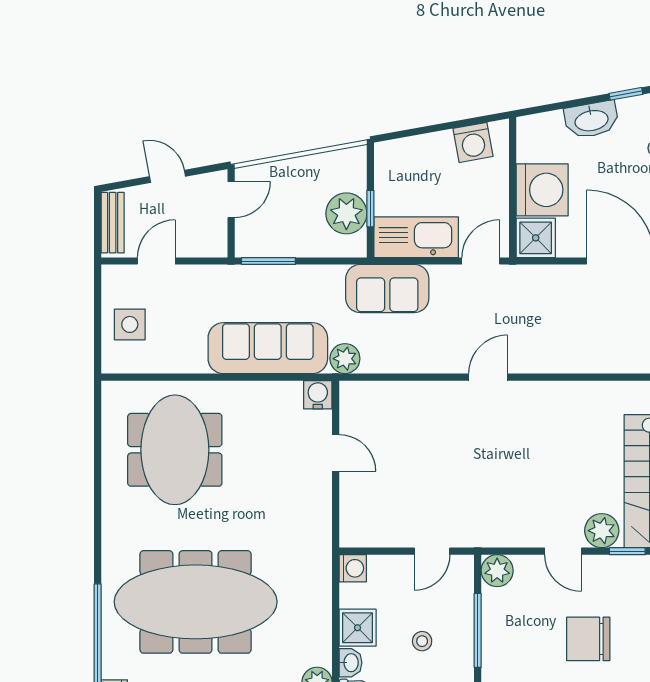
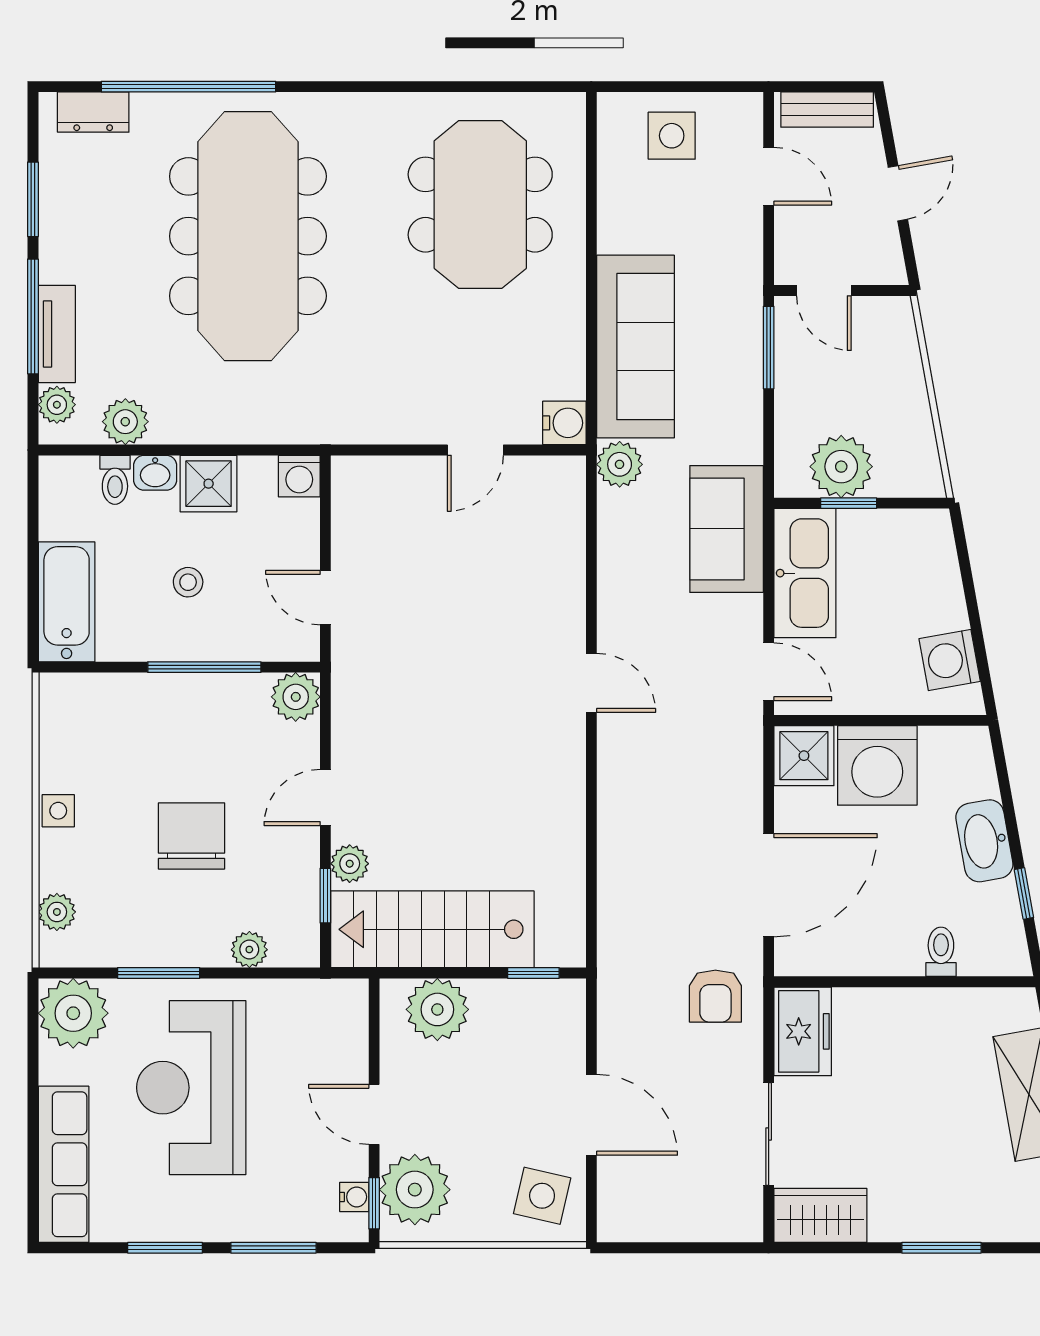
door: (231, 200) -> (824, 290), moved
meeting table: (175, 450) -> (480, 205), turned 90
plant: (602, 531) -> (350, 864), width x0.73, depth x0.73

